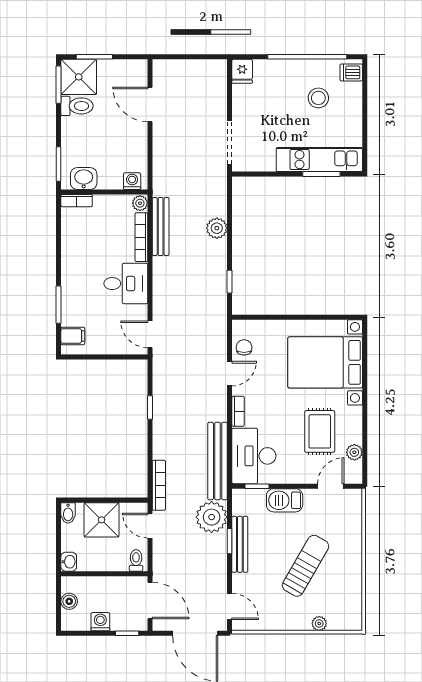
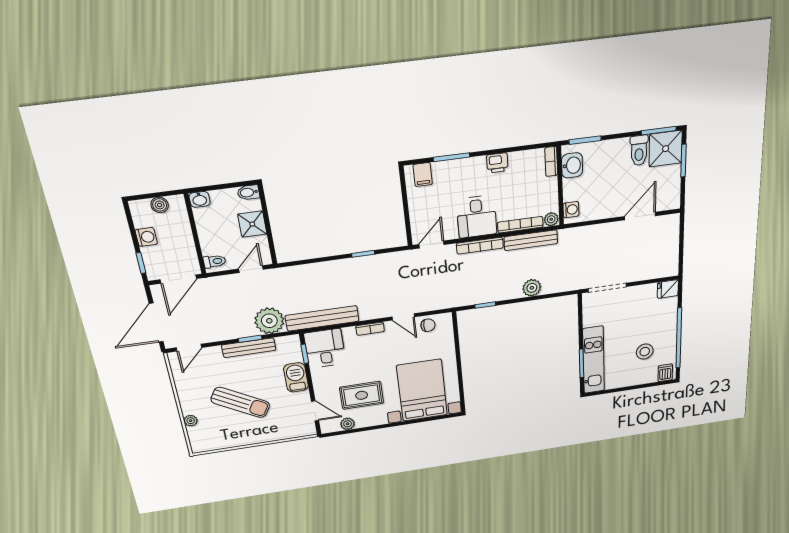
printer: (71, 258) -> (497, 163), added
desk: (254, 456) -> (325, 348), width x0.73
bookcase: (159, 485) -> (480, 246), moved
shower: (102, 520) -> (252, 224), width x0.73, depth x0.73

